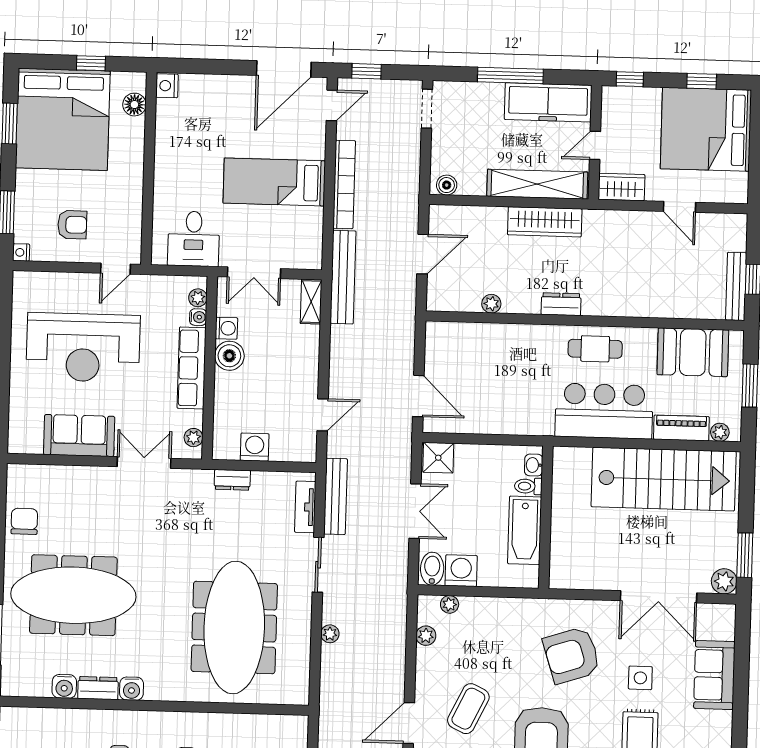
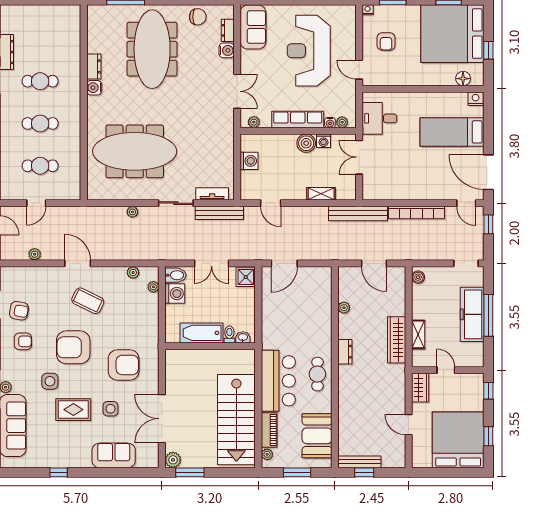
freezer: (548, 102) -> (472, 314), moved
bed: (274, 182) -> (452, 132), moved, turned -90
shelving: (537, 184) -> (418, 334), width x0.45, depth x0.75
door: (679, 207) -> (409, 425), hinge flipped
shelving: (311, 302) -> (321, 194), moved
sofa: (79, 435) -> (253, 27), moved
dresser: (232, 480) -> (228, 30), moved
armchair: (572, 655) -> (124, 365), turned 108
water cooler: (64, 686) -> (227, 50), moved, turned 180

